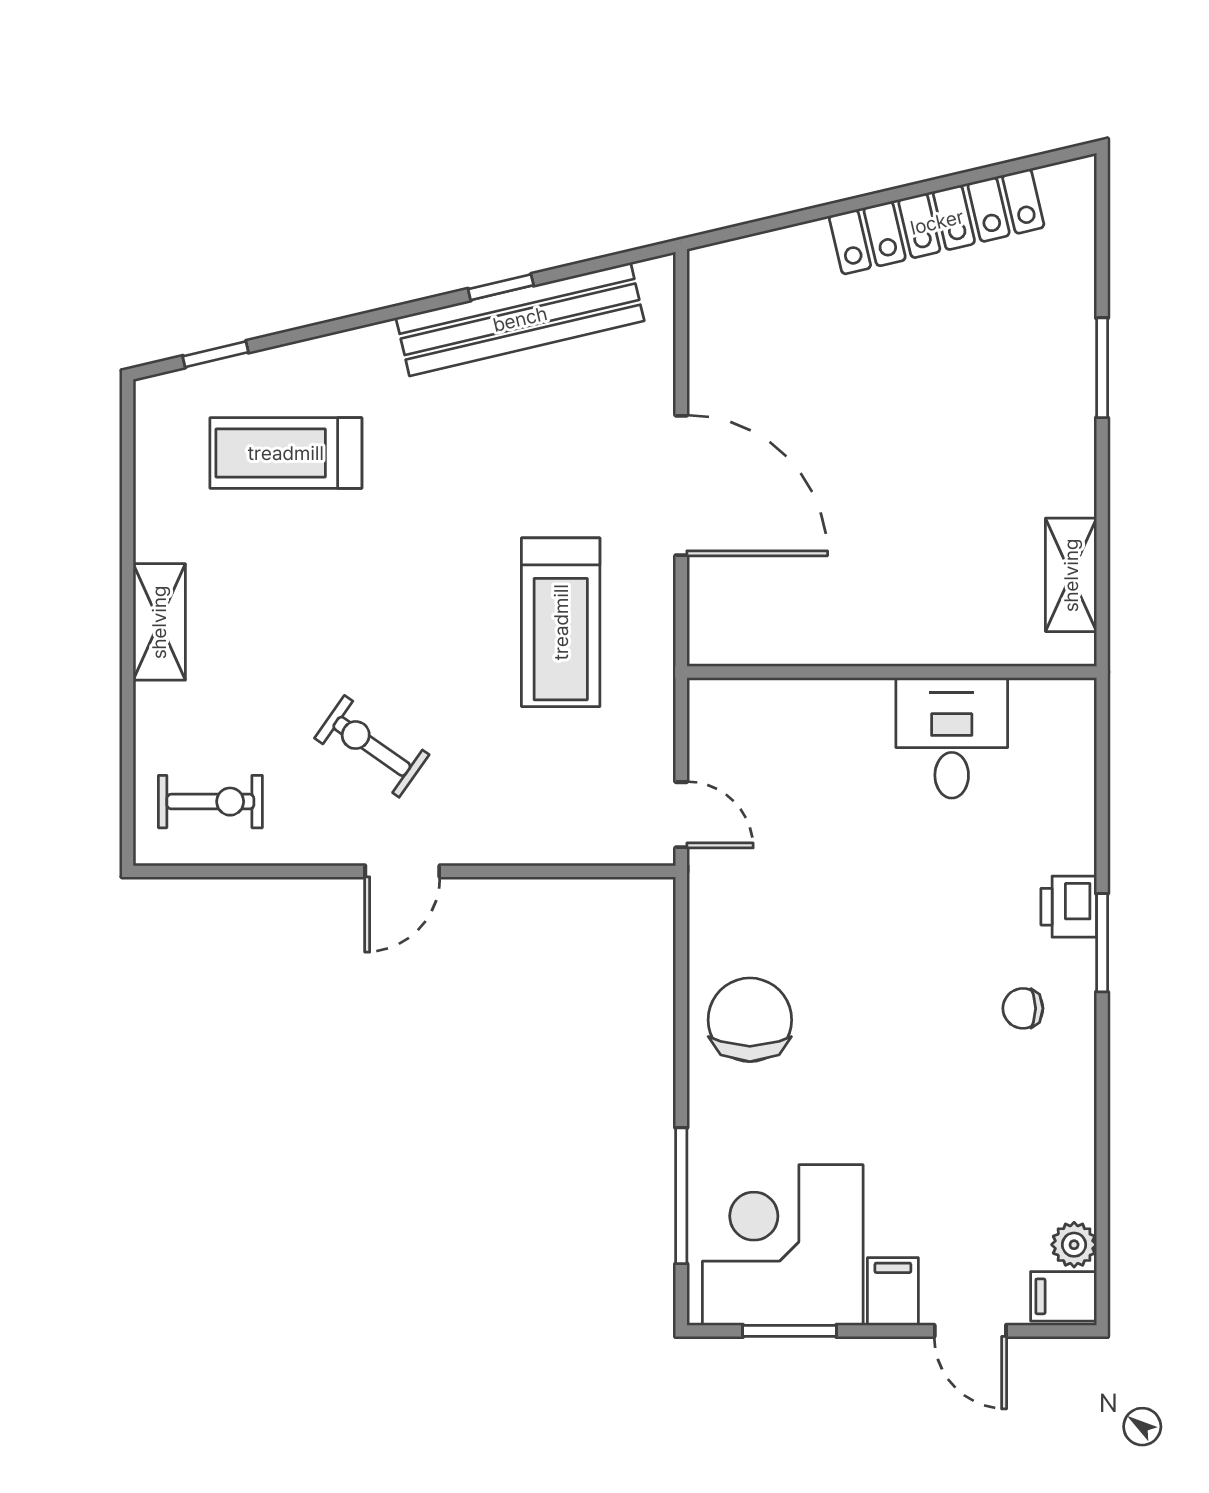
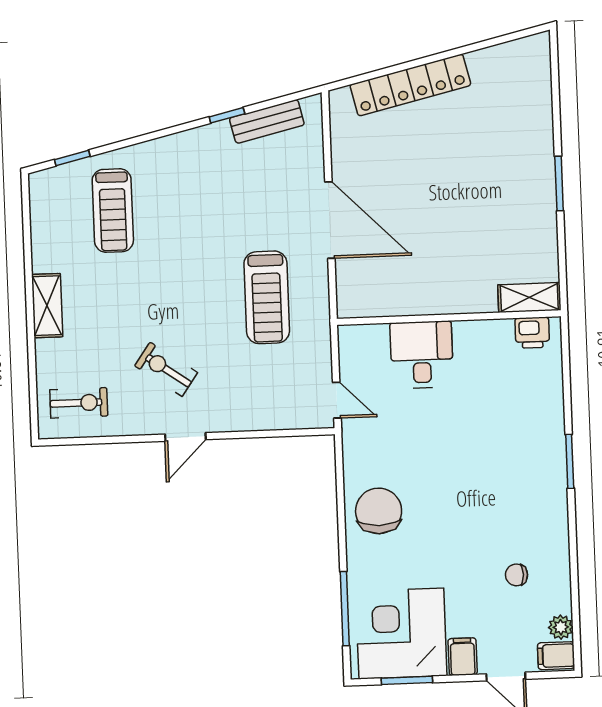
locker: (937, 222) -> (410, 85), moved
bench: (520, 319) -> (267, 121), width x0.54, depth x0.82
window: (1102, 368) -> (559, 184), moved
treadmill: (286, 453) -> (113, 211), turned -90
shelving: (1071, 575) -> (529, 298), moved, turned 90
desk: (952, 738) -> (422, 355), moved
printer: (1069, 907) -> (532, 333), moved, turned -90
chair: (1023, 1008) -> (517, 575), moved

